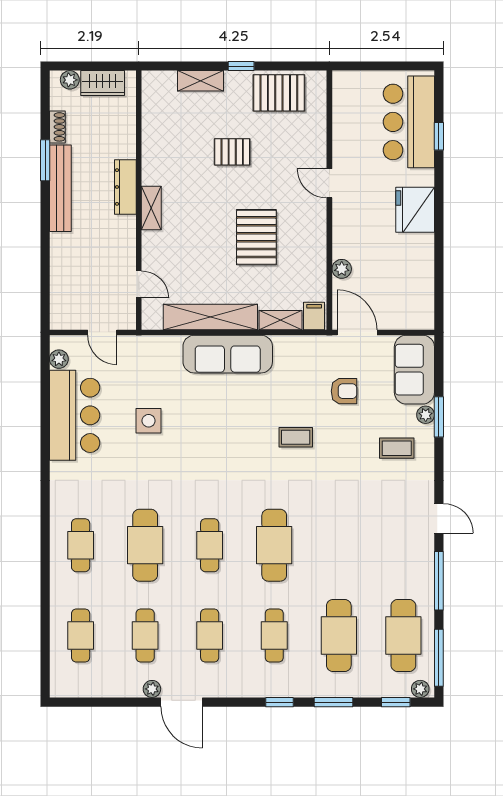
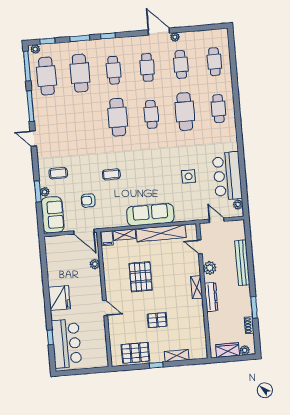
bench: (60, 188) -> (242, 263), moved
plant: (123, 243) -> (210, 268), added

